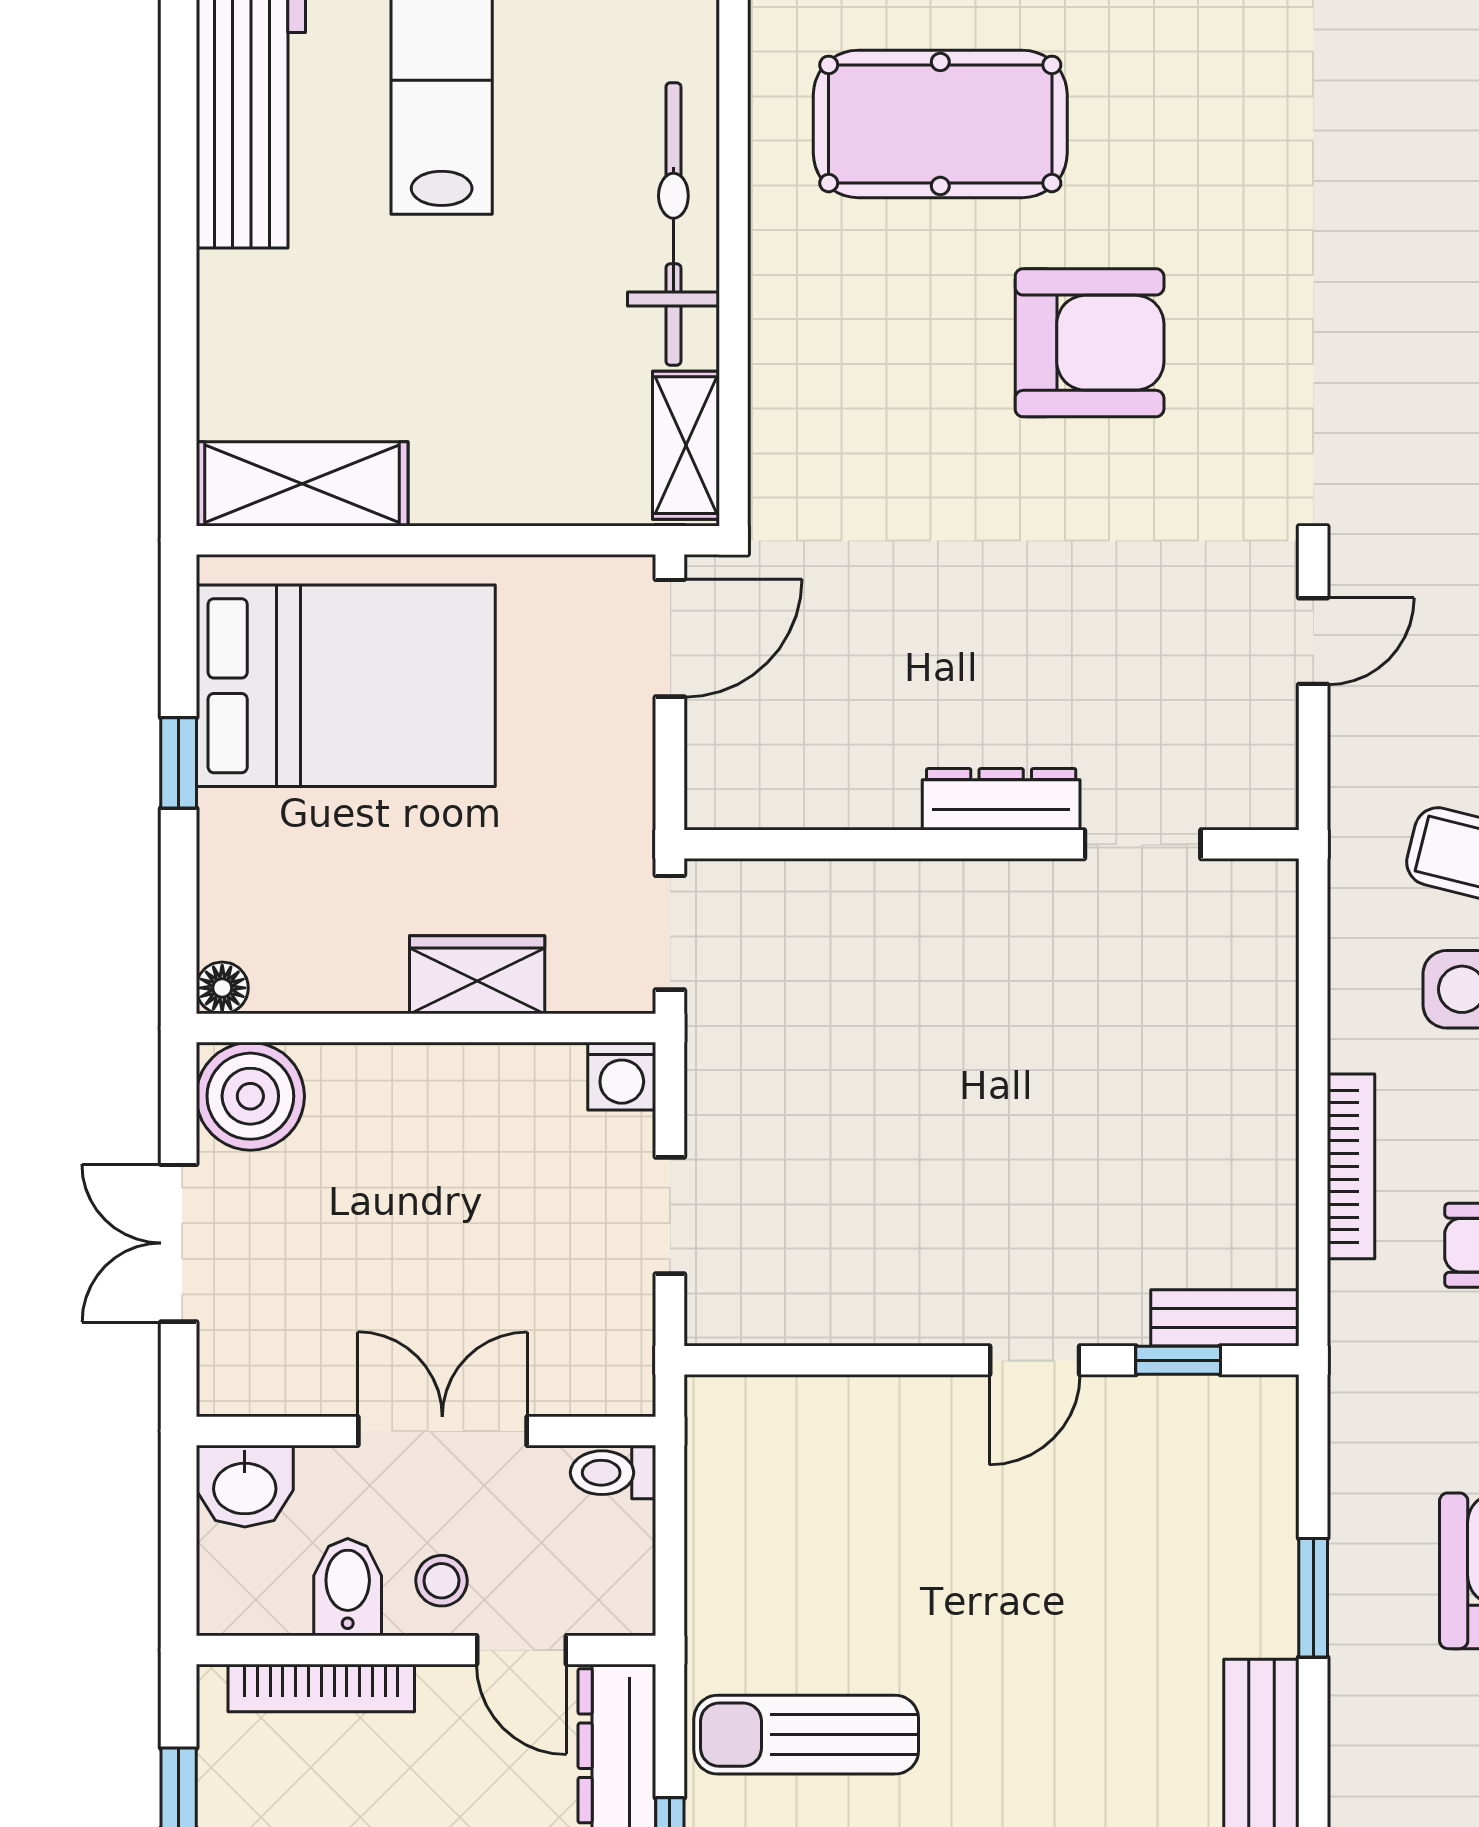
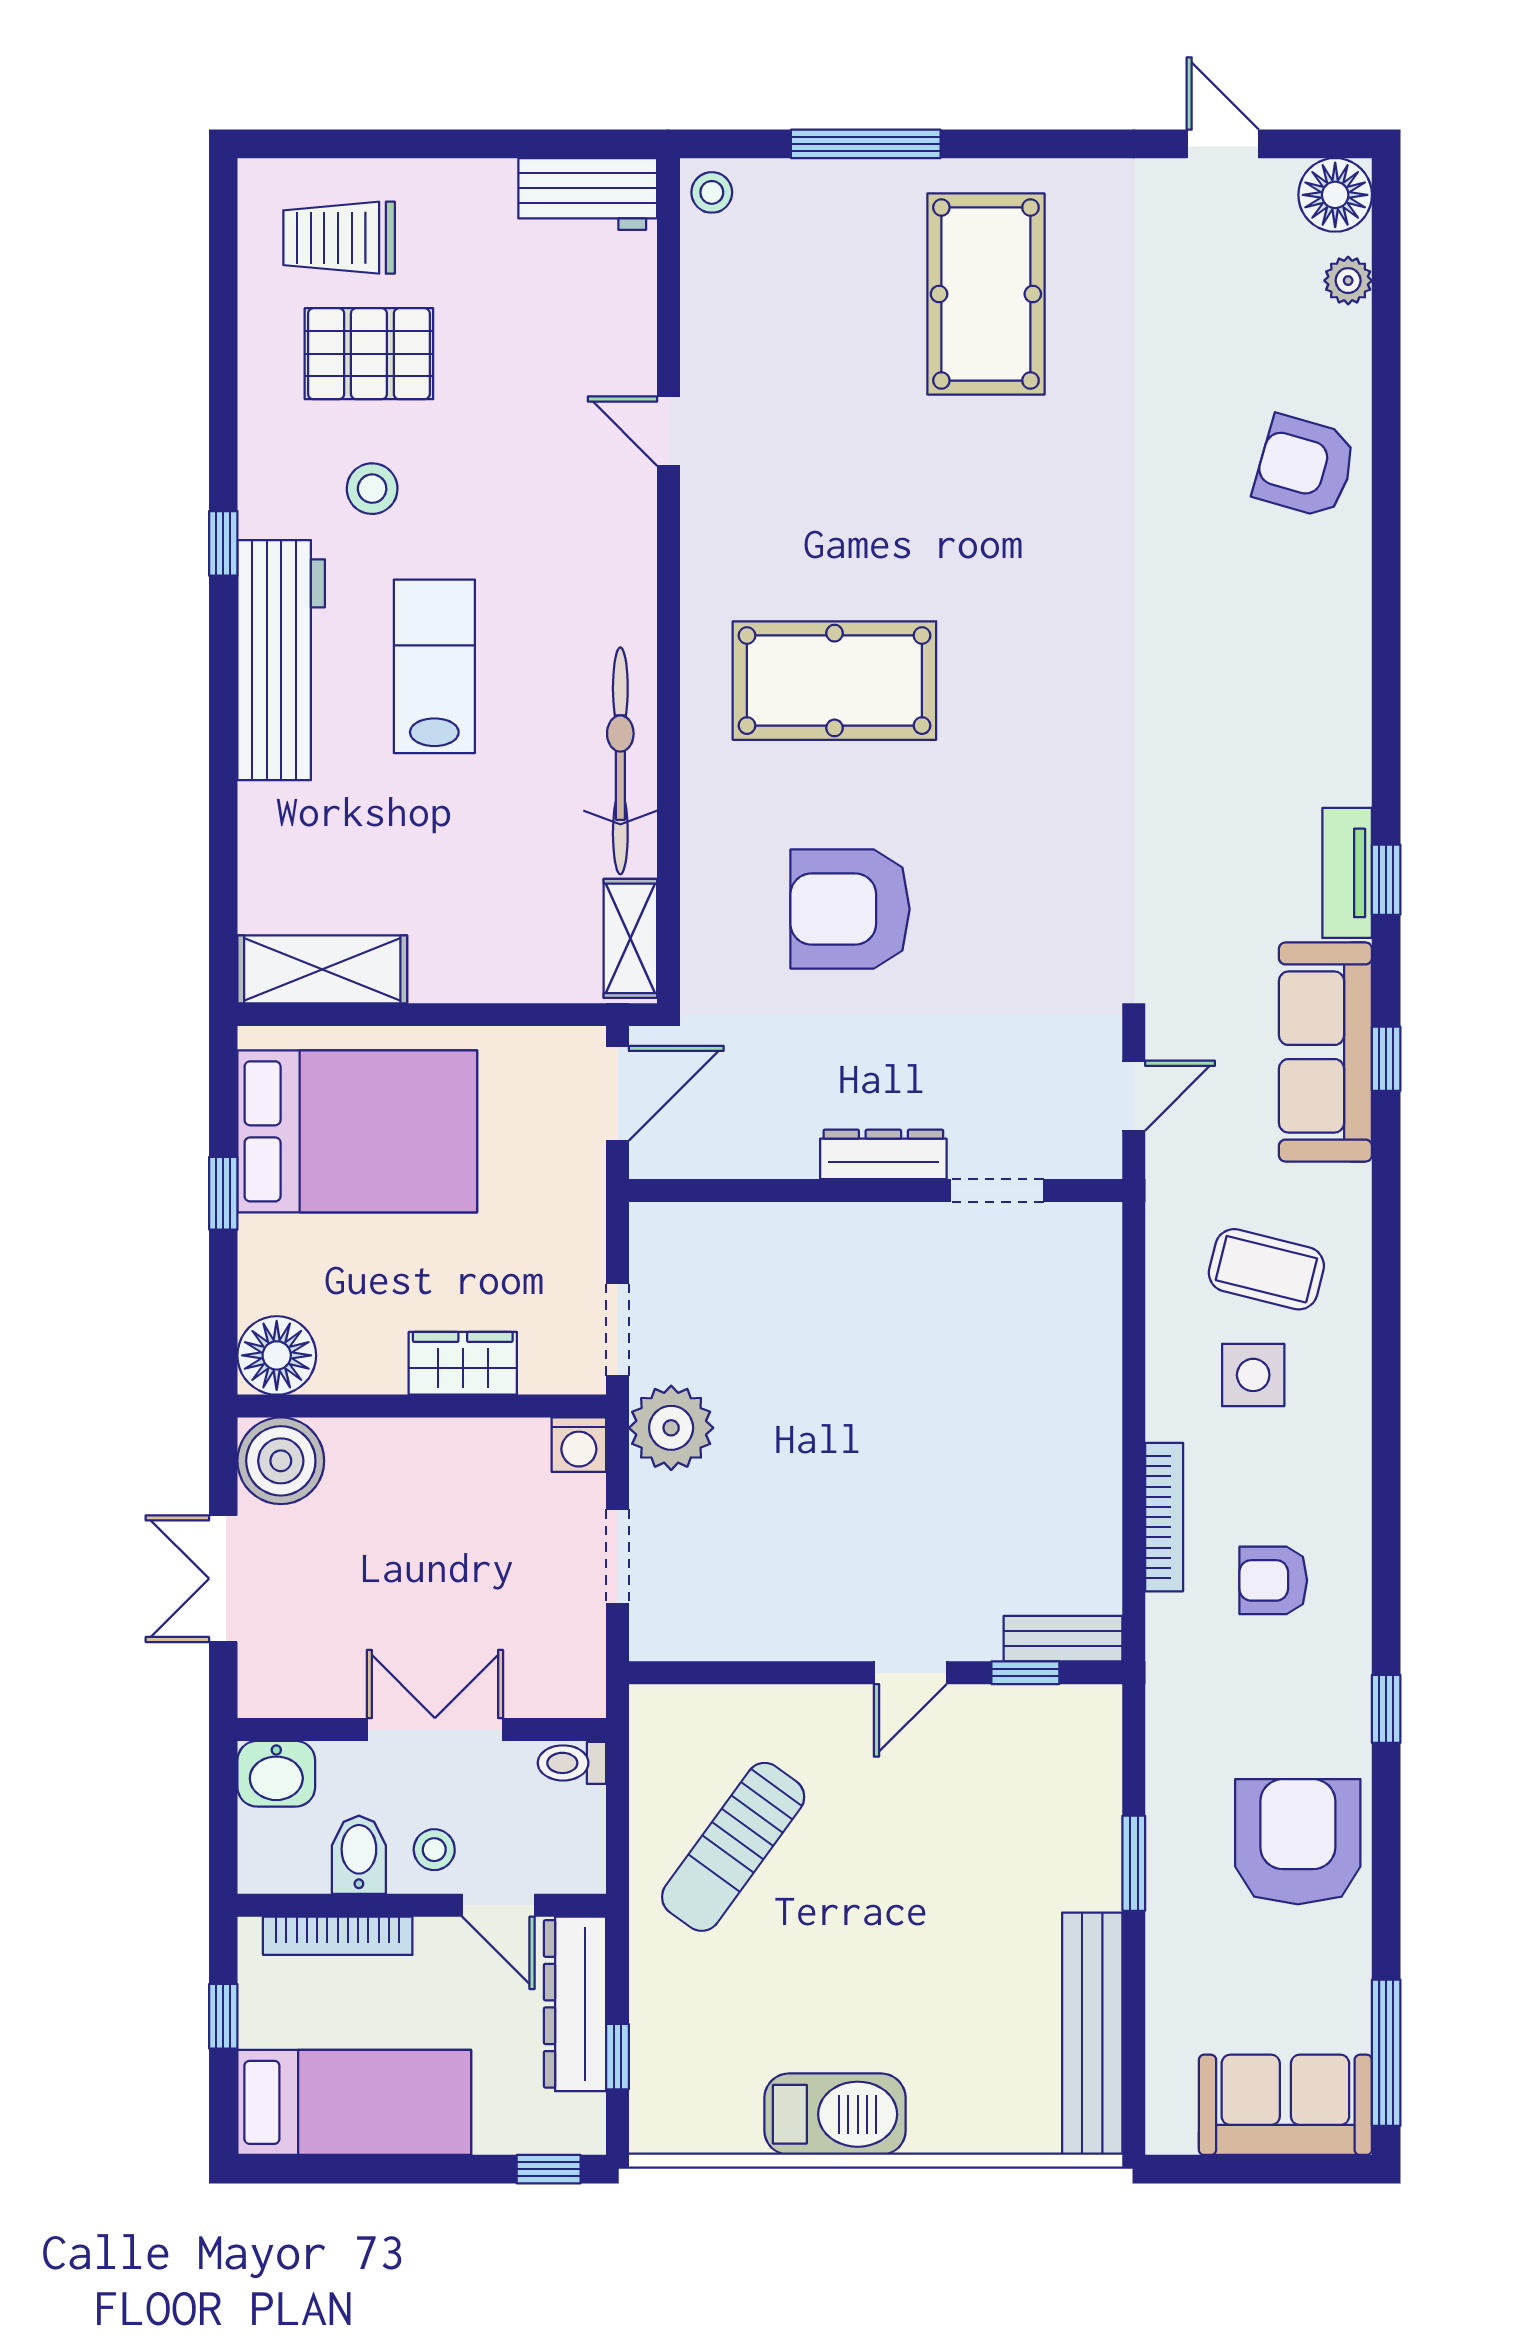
armchair: (1090, 343) -> (850, 909), moved, turned 180
dresser: (1001, 799) -> (883, 1154), moved
wall: (992, 844) -> (876, 1191), moved
doorway: (1143, 844) -> (997, 1191), moved
floor lamp: (222, 988) -> (277, 1355), width x1.89, depth x1.89
plant: (737, 1055) -> (671, 1428), added
sun lounger: (806, 1735) -> (733, 1847), moved, turned -54

